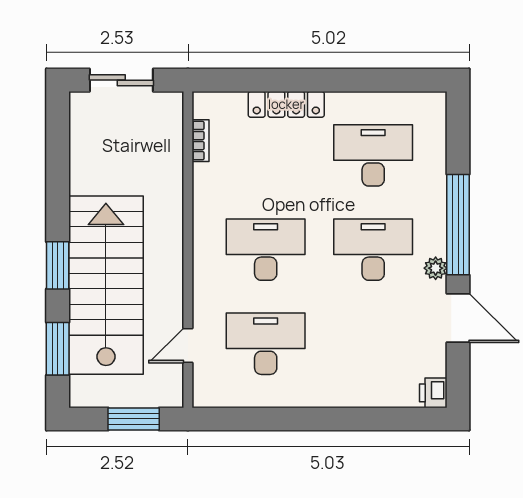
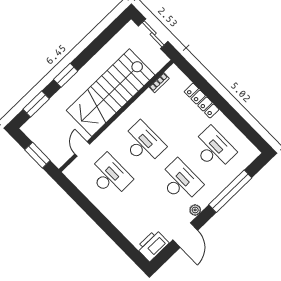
window: (458, 225) -> (230, 191), moved
stairs: (106, 285) -> (111, 93), moved, turned 180
door: (188, 346) -> (82, 149), hinge flipped
printer: (433, 393) -> (153, 245), width x1.87, depth x1.48

